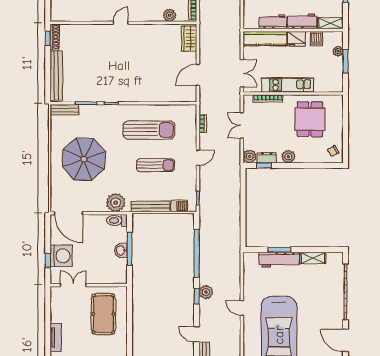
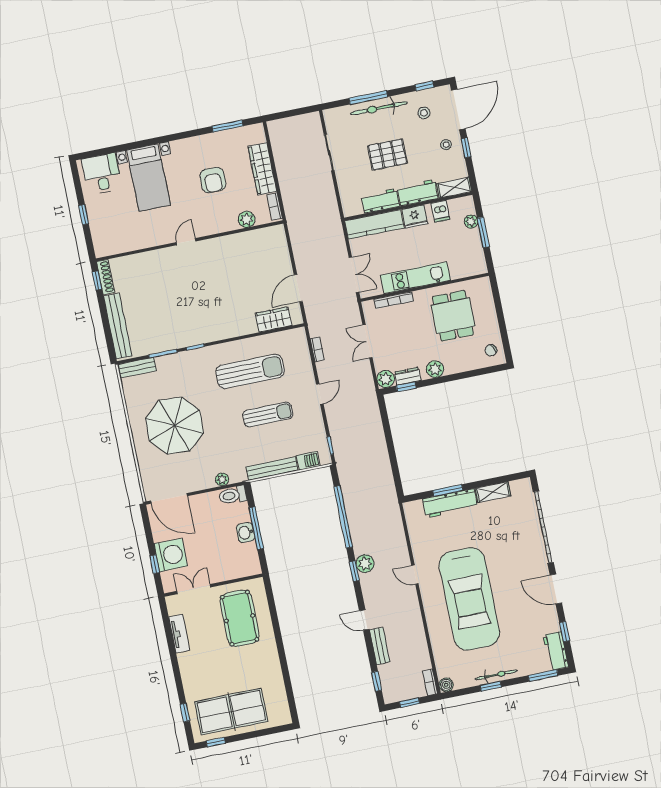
wardrobe: (189, 39) -> (273, 319), moved, turned 90
plant: (116, 203) -> (222, 479), width x0.53, depth x0.53
tv unit: (56, 337) -> (179, 634), moved

